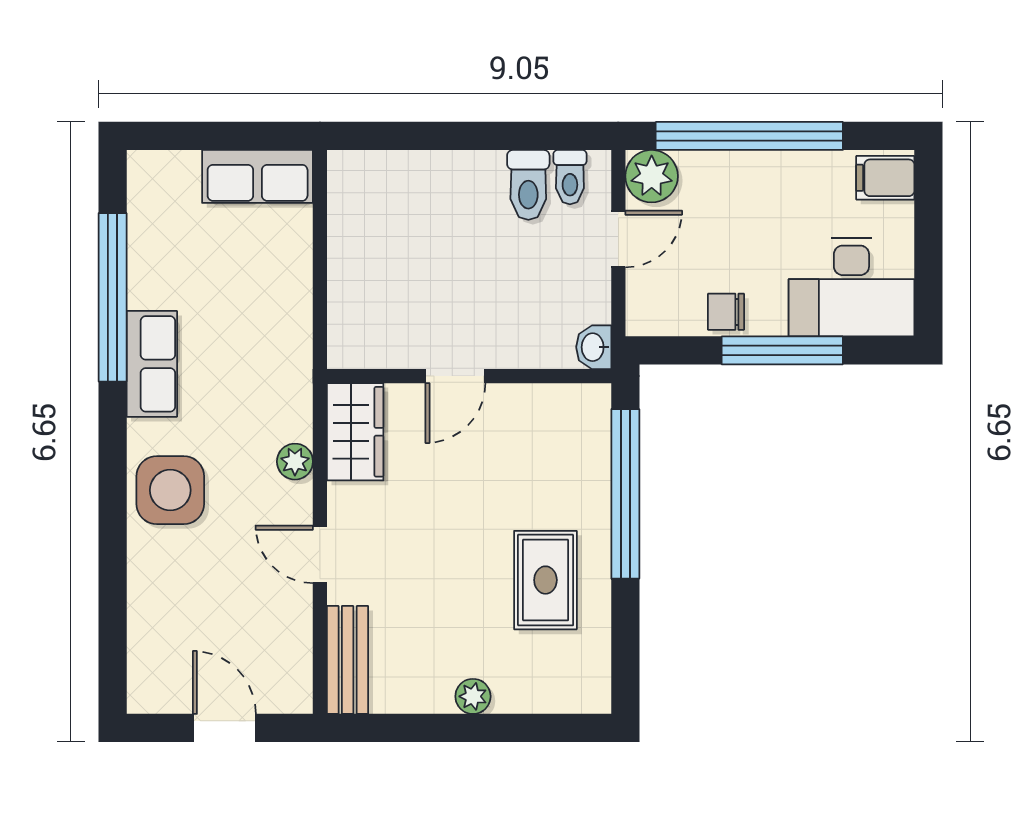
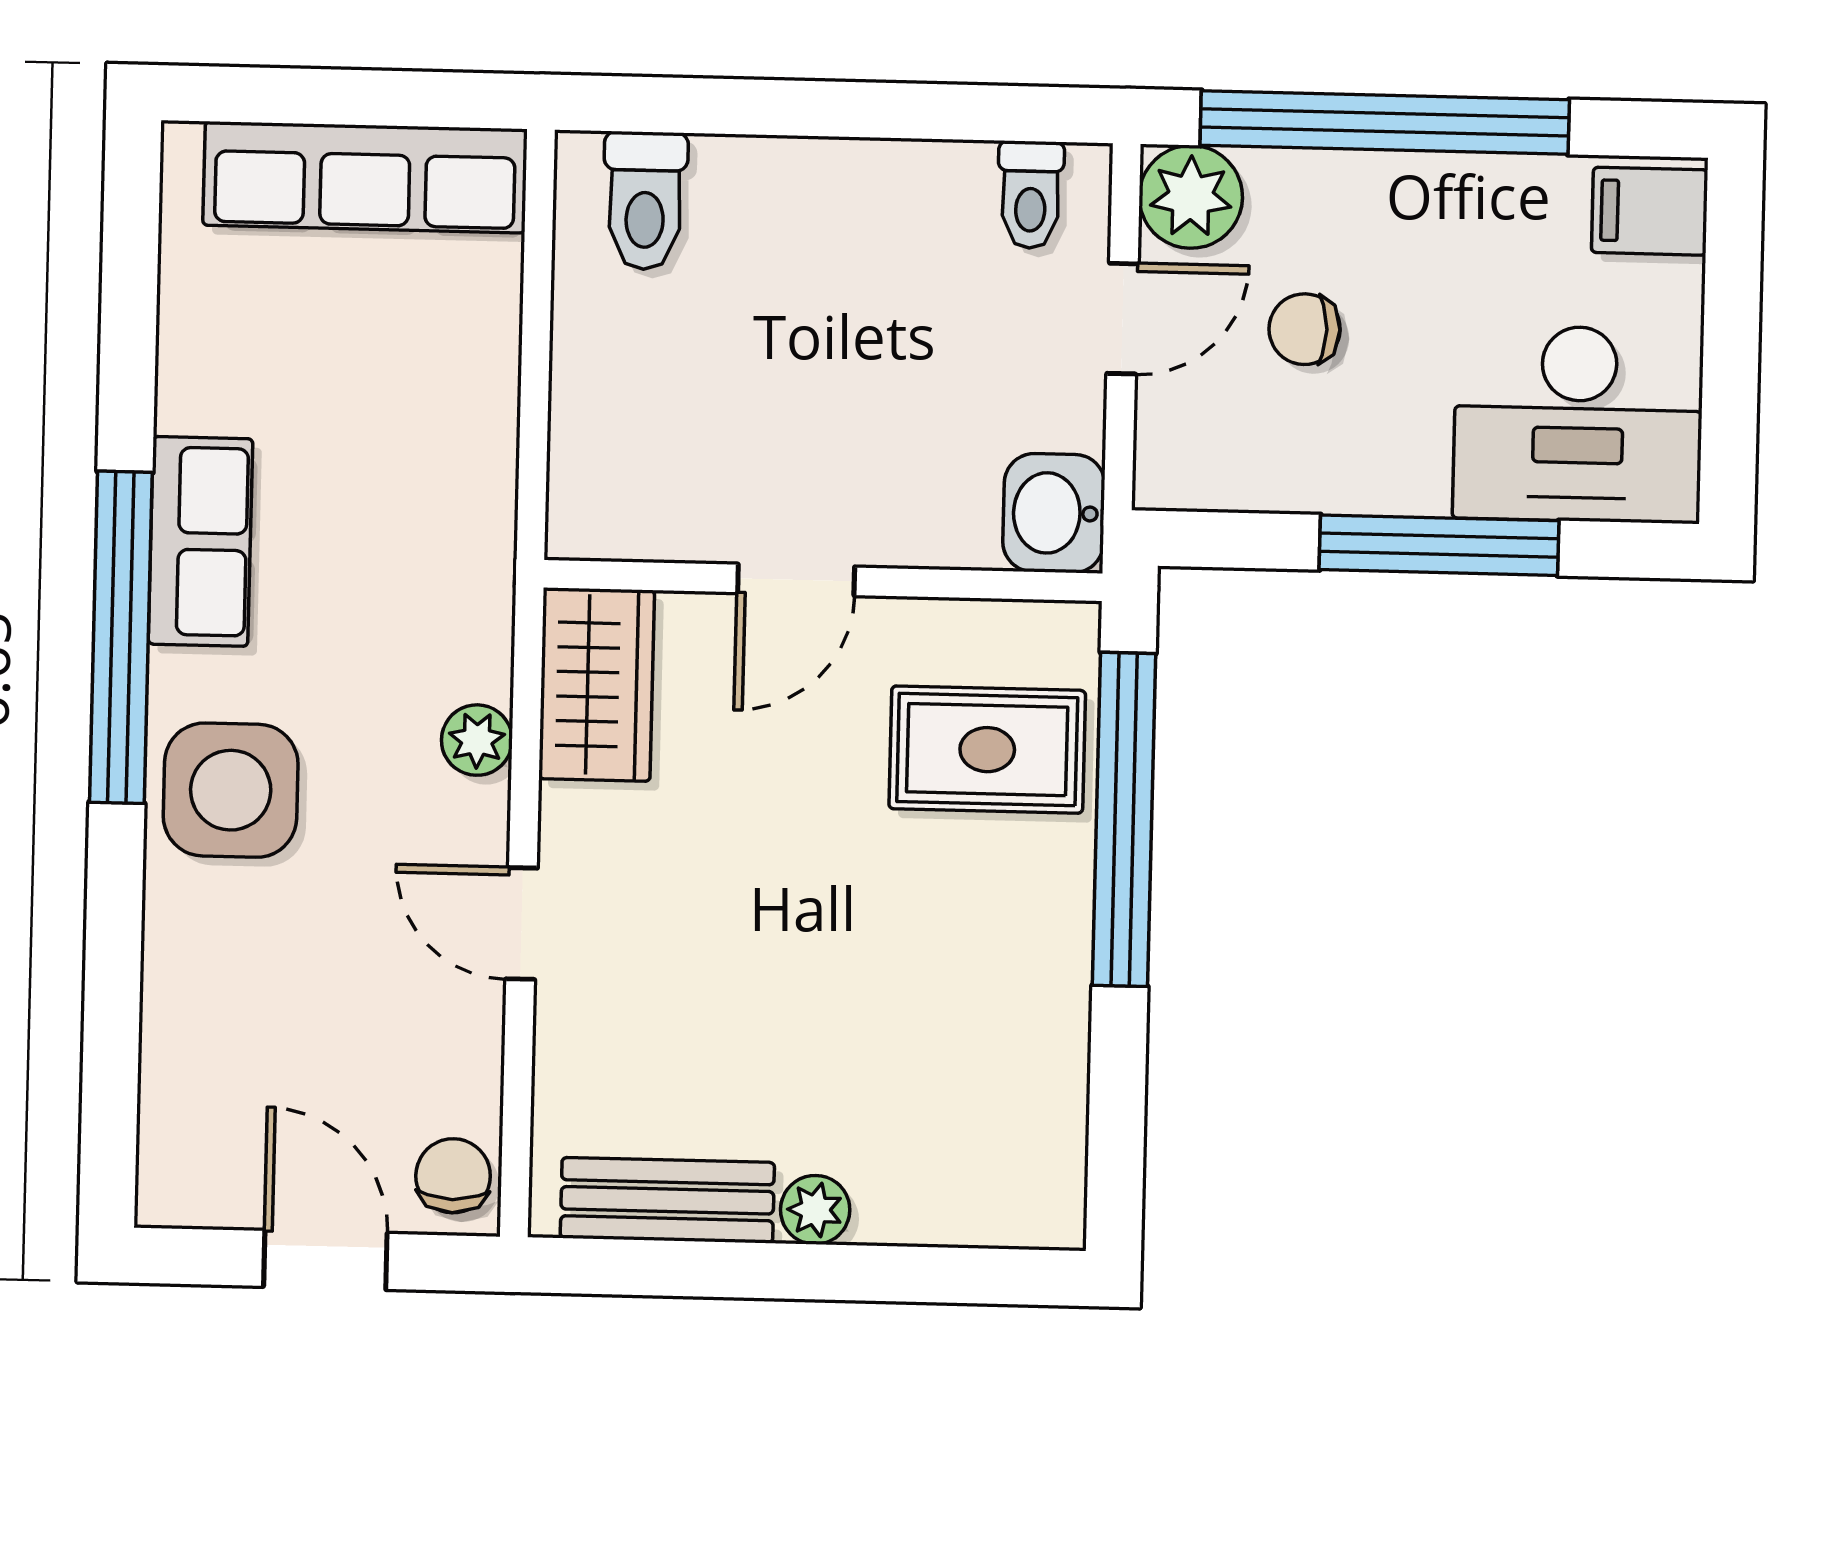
row of seats: (258, 176) -> (365, 177), width x1.48
toilet: (528, 185) -> (645, 201), moved
window: (113, 297) -> (121, 637), moved
chair: (726, 312) -> (1305, 329), moved
washbasin: (594, 347) -> (1054, 513), width x1.38, depth x1.45
rug: (545, 580) -> (987, 750), moved, turned 90
bench: (348, 660) -> (667, 1200), moved, turned 90
chair: (288, 684) -> (453, 1176), added

